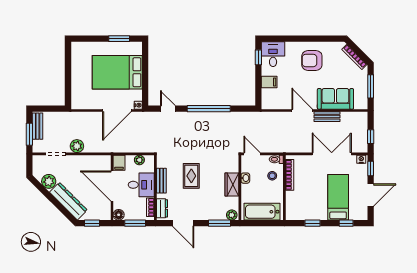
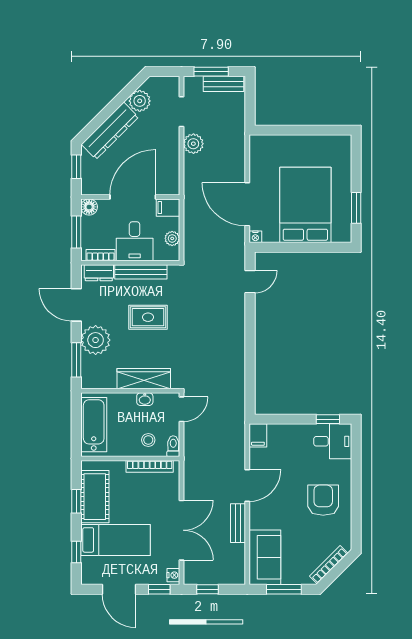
filing cabinet: (269, 82) -> (258, 435), moved
sofa: (335, 99) -> (265, 557), moved
window: (209, 109) -> (250, 344), removed
bench: (161, 181) -> (141, 272), width x1.36
wardrobe: (232, 185) -> (144, 379), width x1.50
cot: (310, 211) -> (95, 497), added
plant: (232, 215) -> (96, 340), moved, width x1.87, depth x1.87
door: (183, 223) -> (76, 305), hinge flipped

